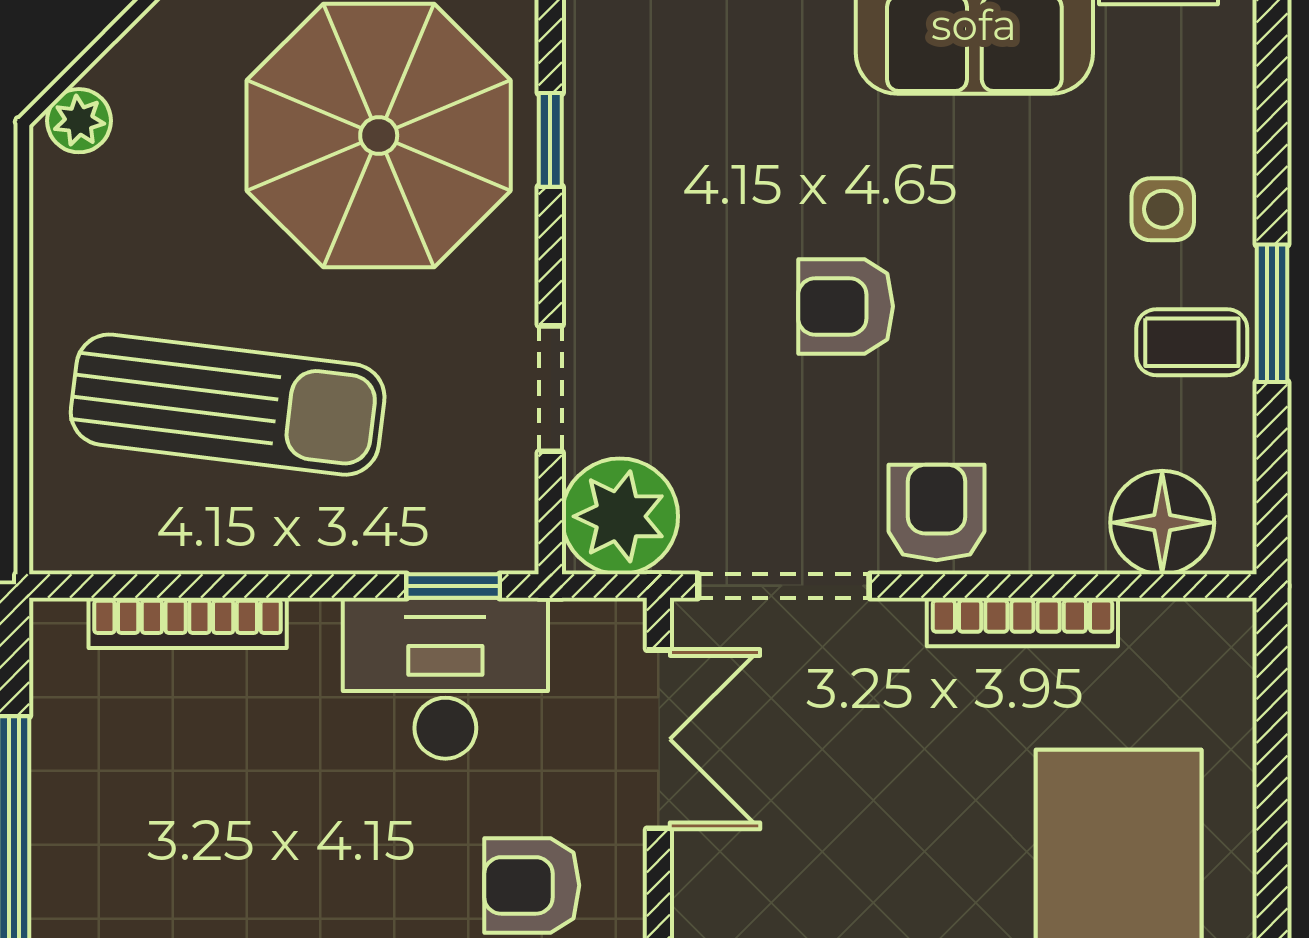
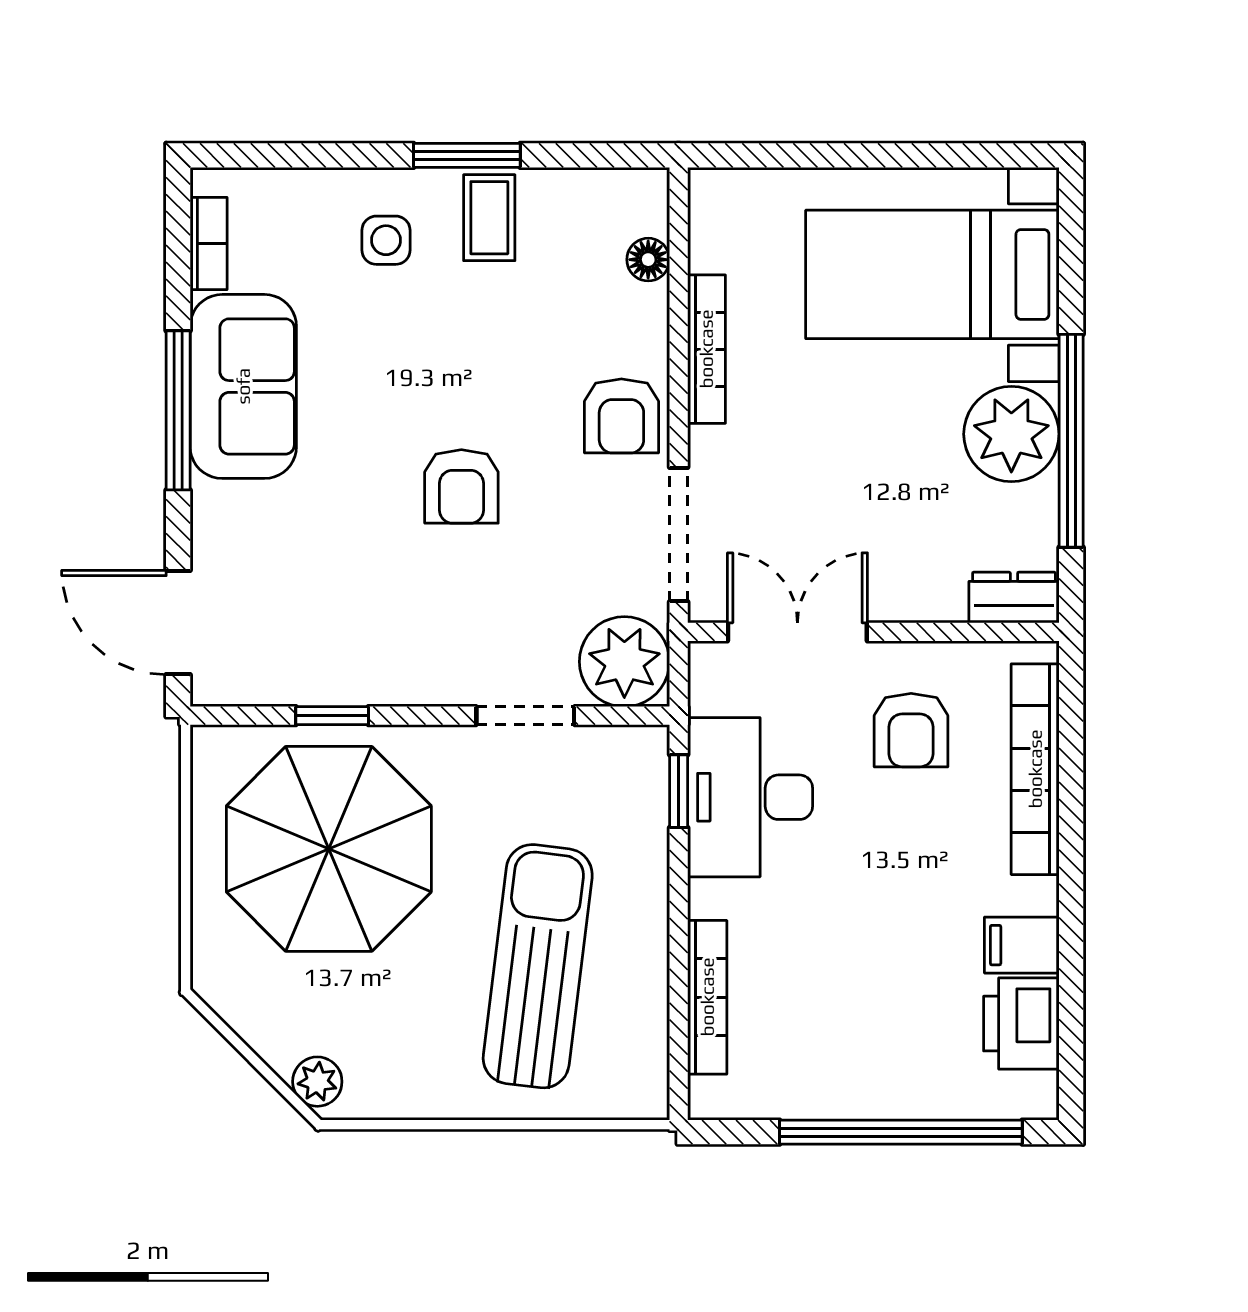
armchair: (937, 513) -> (621, 416), turned -90
floor lamp: (1162, 523) -> (648, 260), width x0.53, depth x0.53

